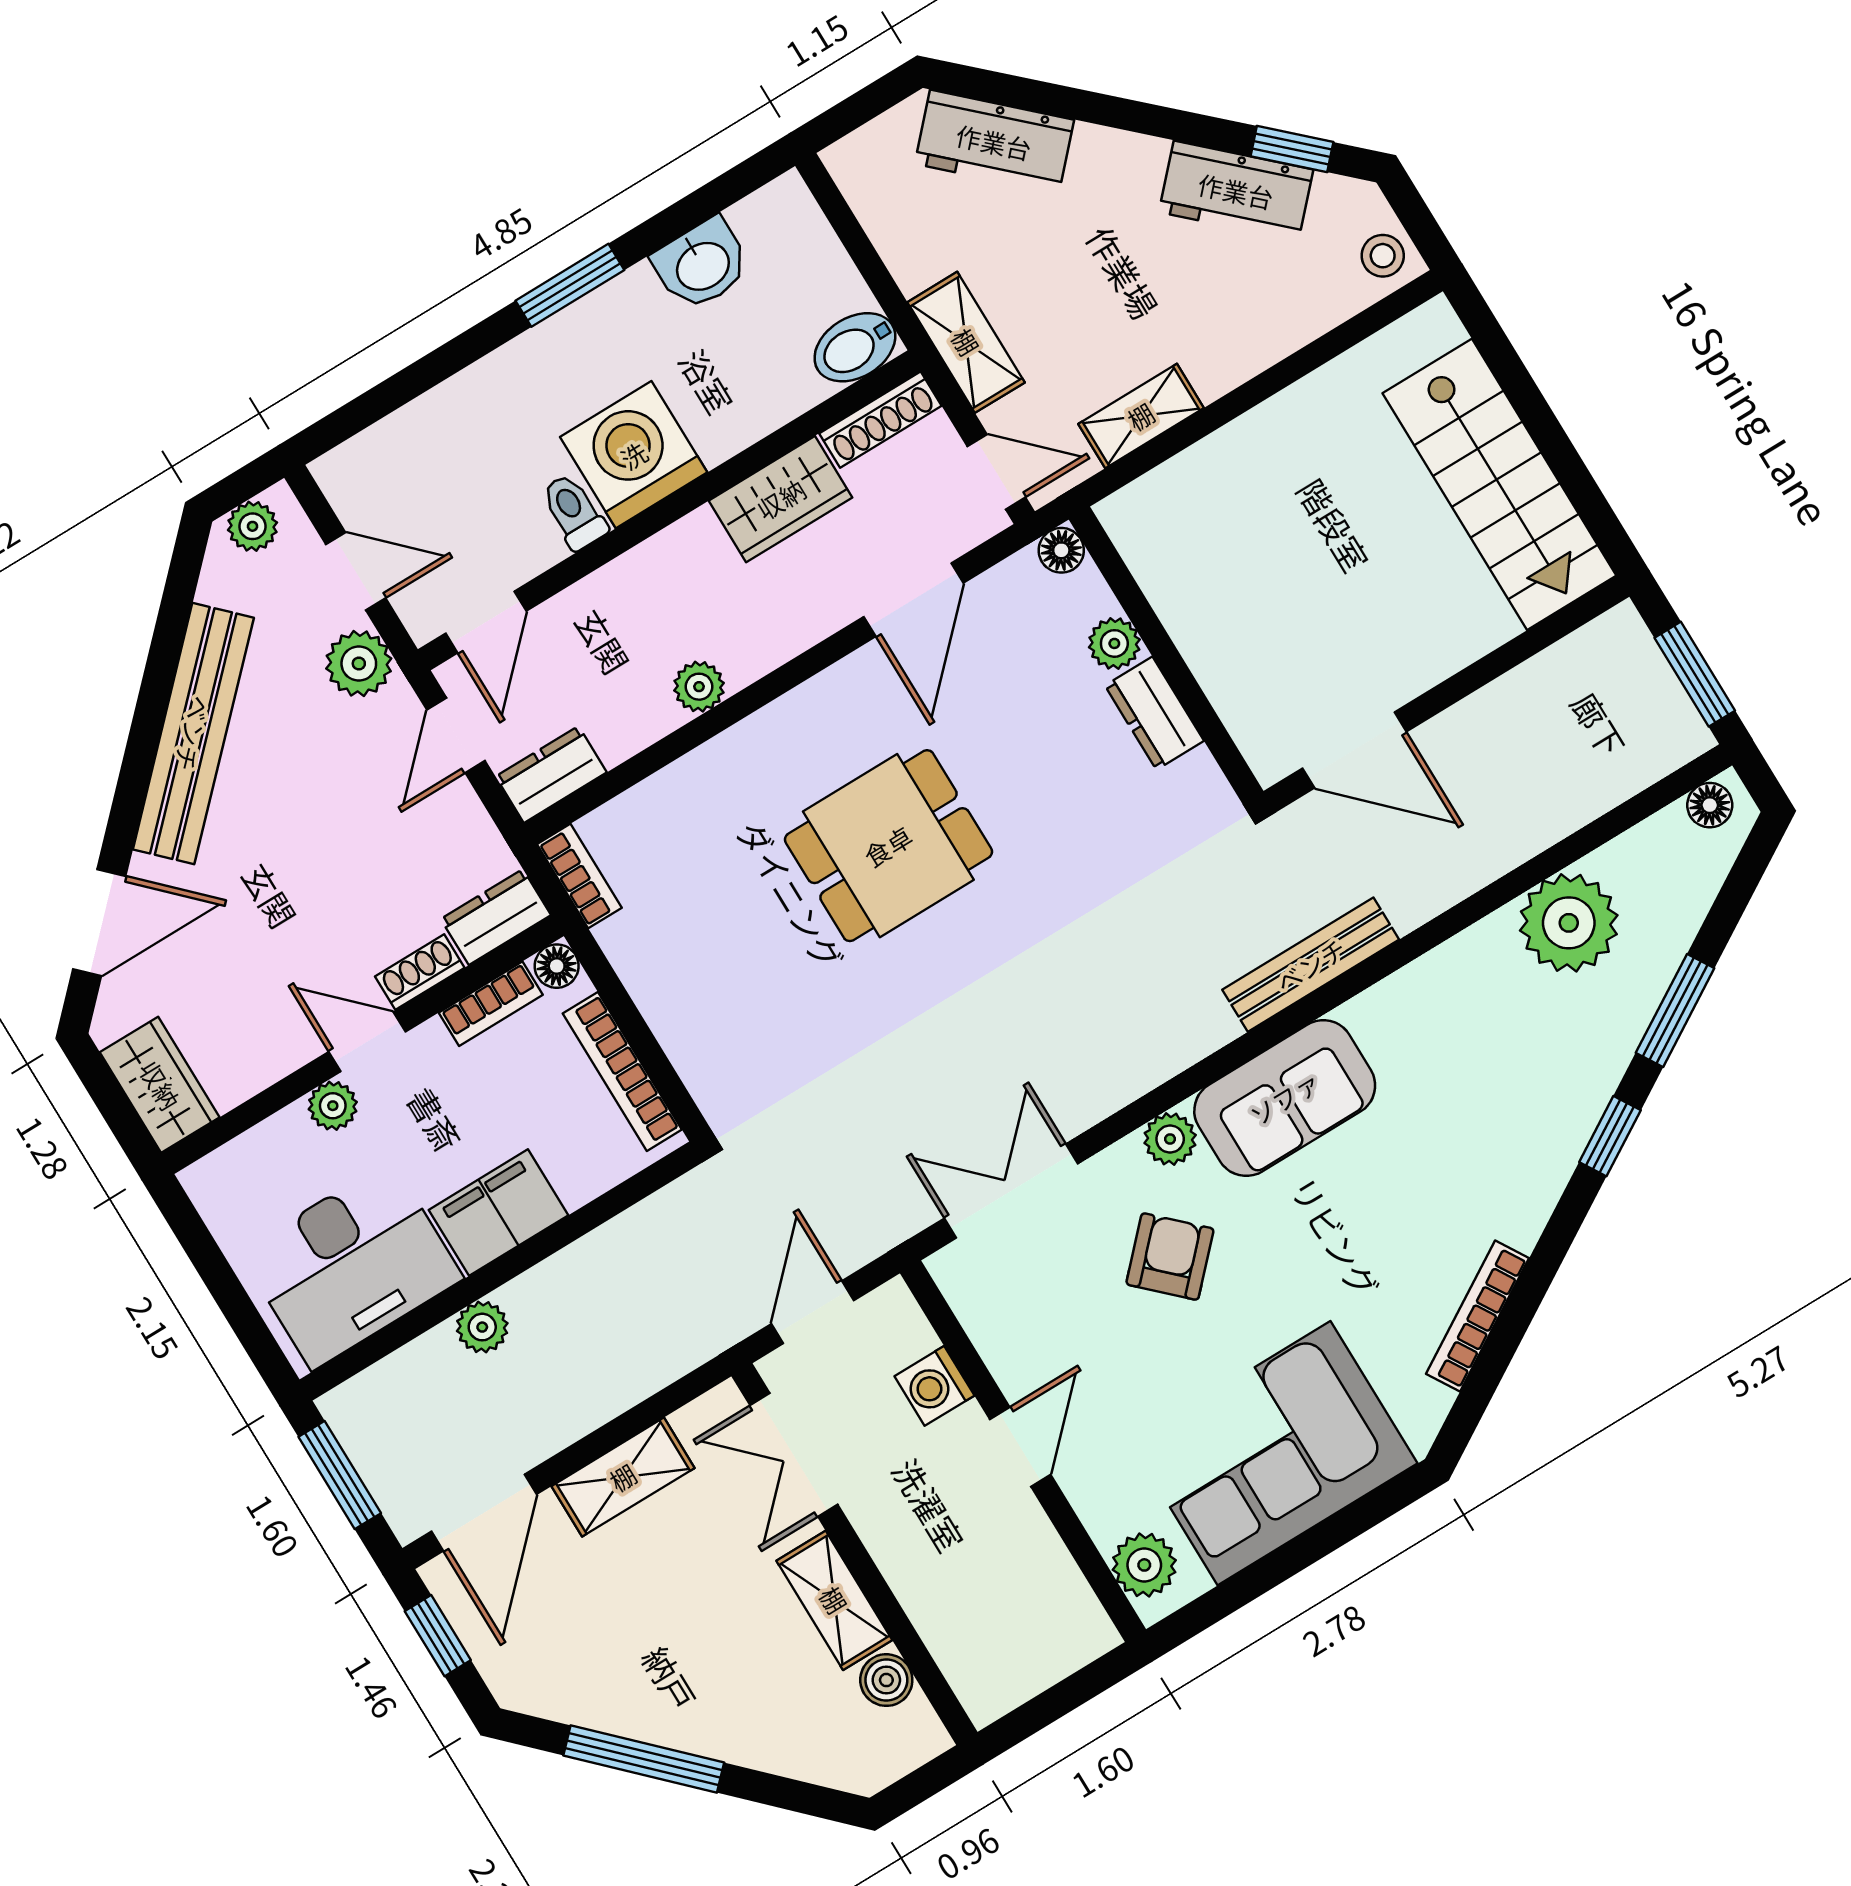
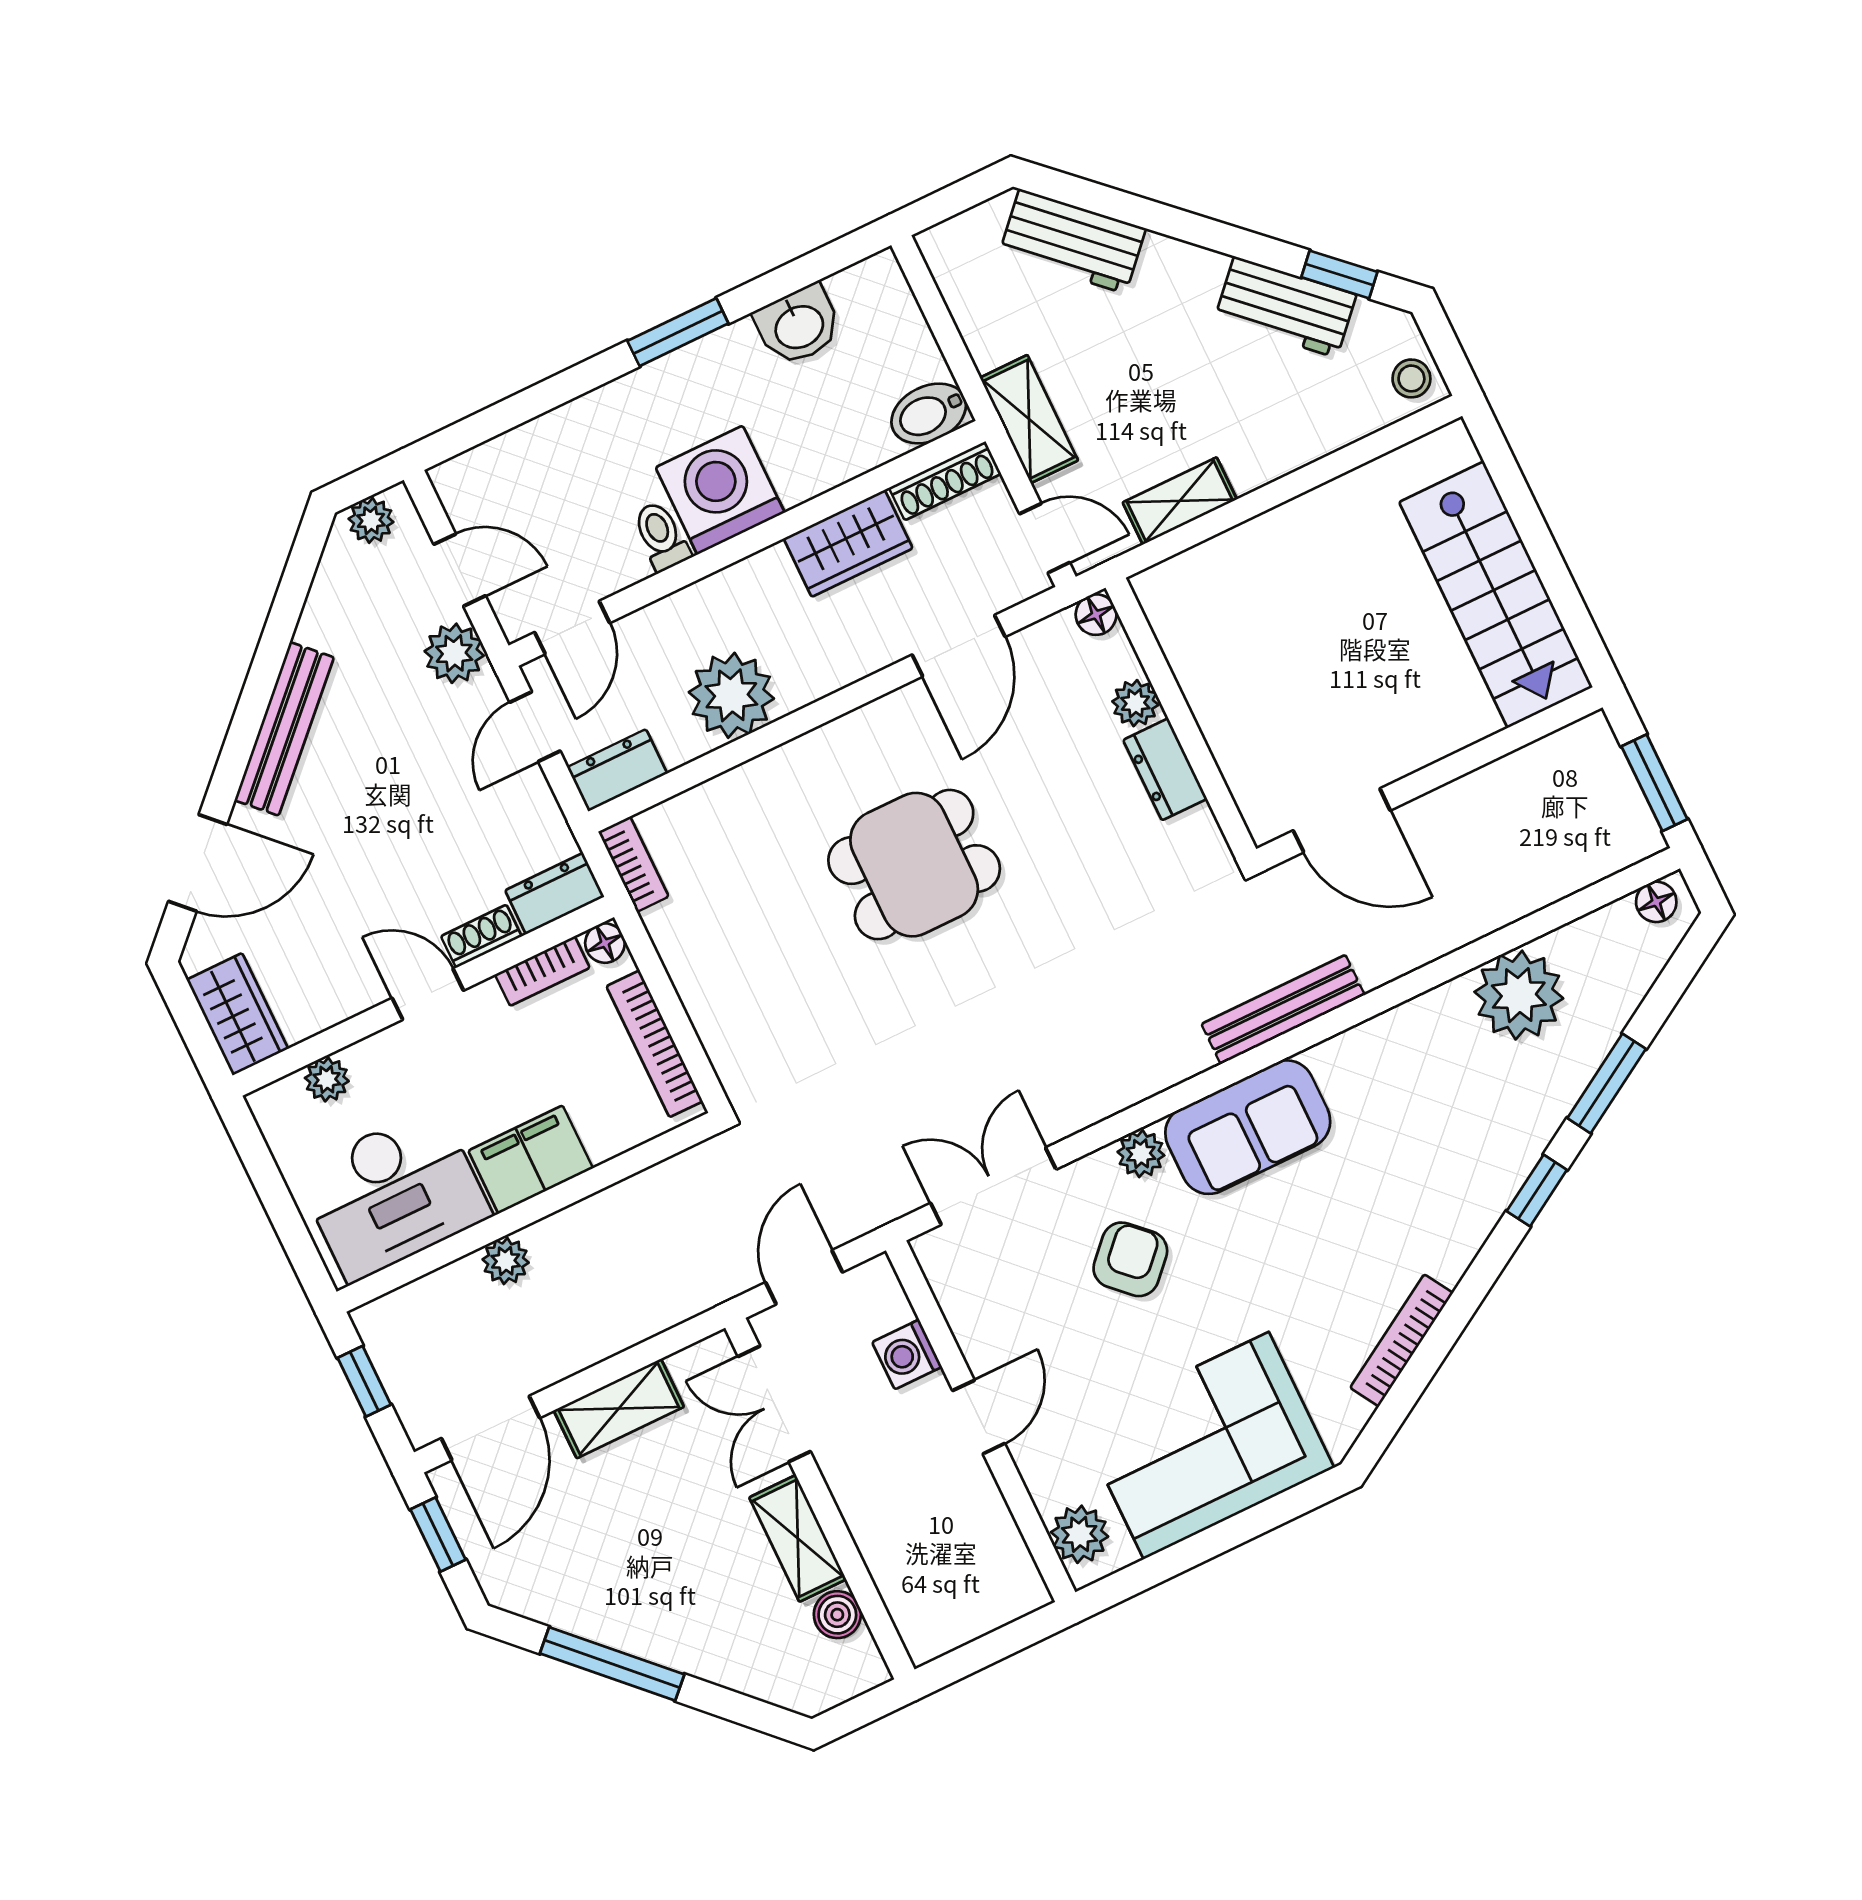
plant: (699, 687) -> (731, 695), width x1.88, depth x1.88
bench: (193, 734) -> (284, 729), width x0.73, depth x0.82
plant: (333, 1106) -> (327, 1080), moved
window: (340, 1475) -> (364, 1381), width x0.67

